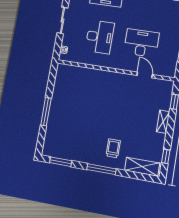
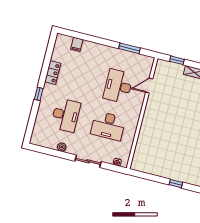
desk: (100, 37) -> (108, 126), turned 180
window: (46, 112) -> (176, 184), width x0.46

